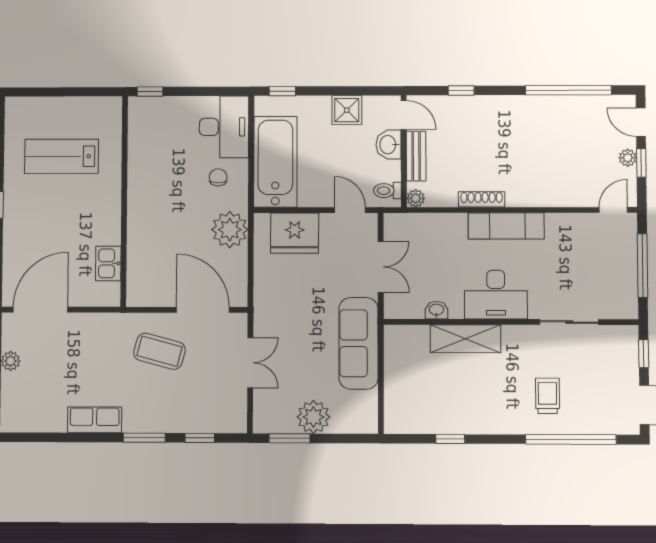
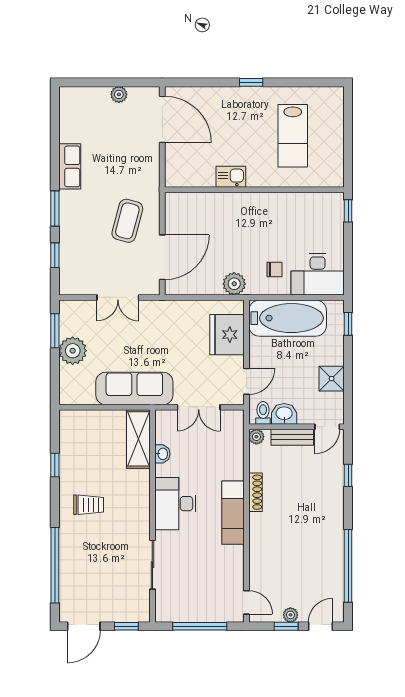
washbasin: (388, 145) -> (284, 414), moved
lab bench: (62, 156) -> (293, 136), turned 180
plant: (230, 230) -> (234, 284), width x0.73, depth x0.73
kitchen sink: (108, 263) -> (231, 177), moved
shelving: (465, 339) -> (138, 439), moved
trolley: (547, 396) -> (89, 505), moved

